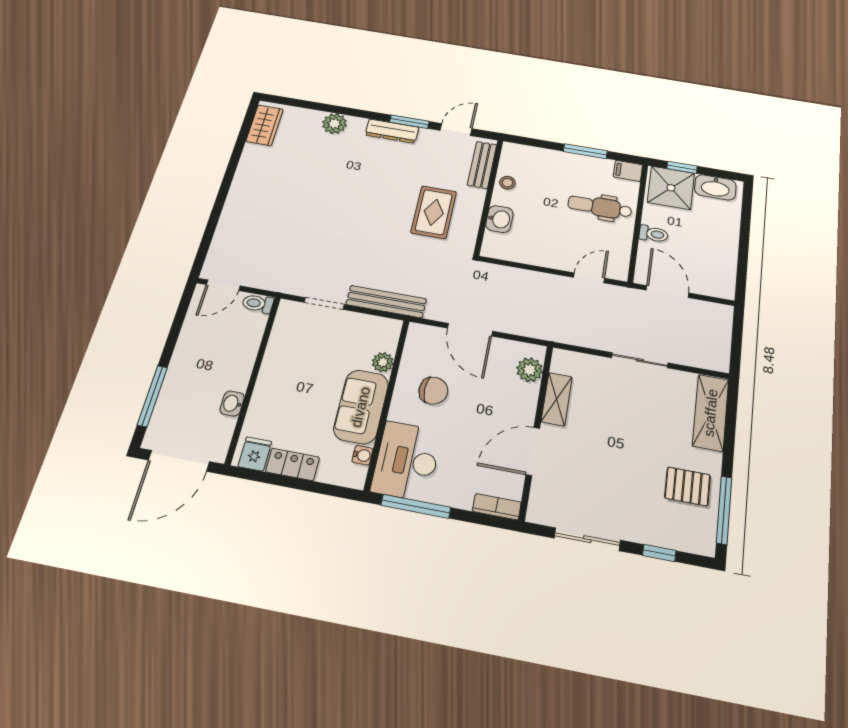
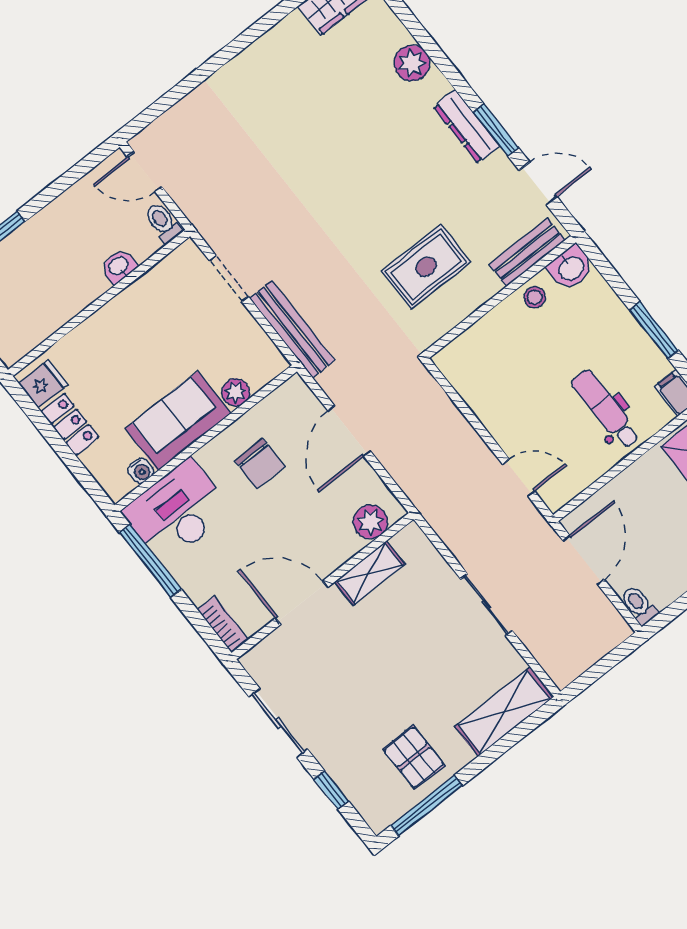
washbasin: (499, 219) -> (571, 268), moved
toilet: (654, 234) -> (639, 605), moved, turned 180
washbasin: (232, 404) -> (119, 266), moved

